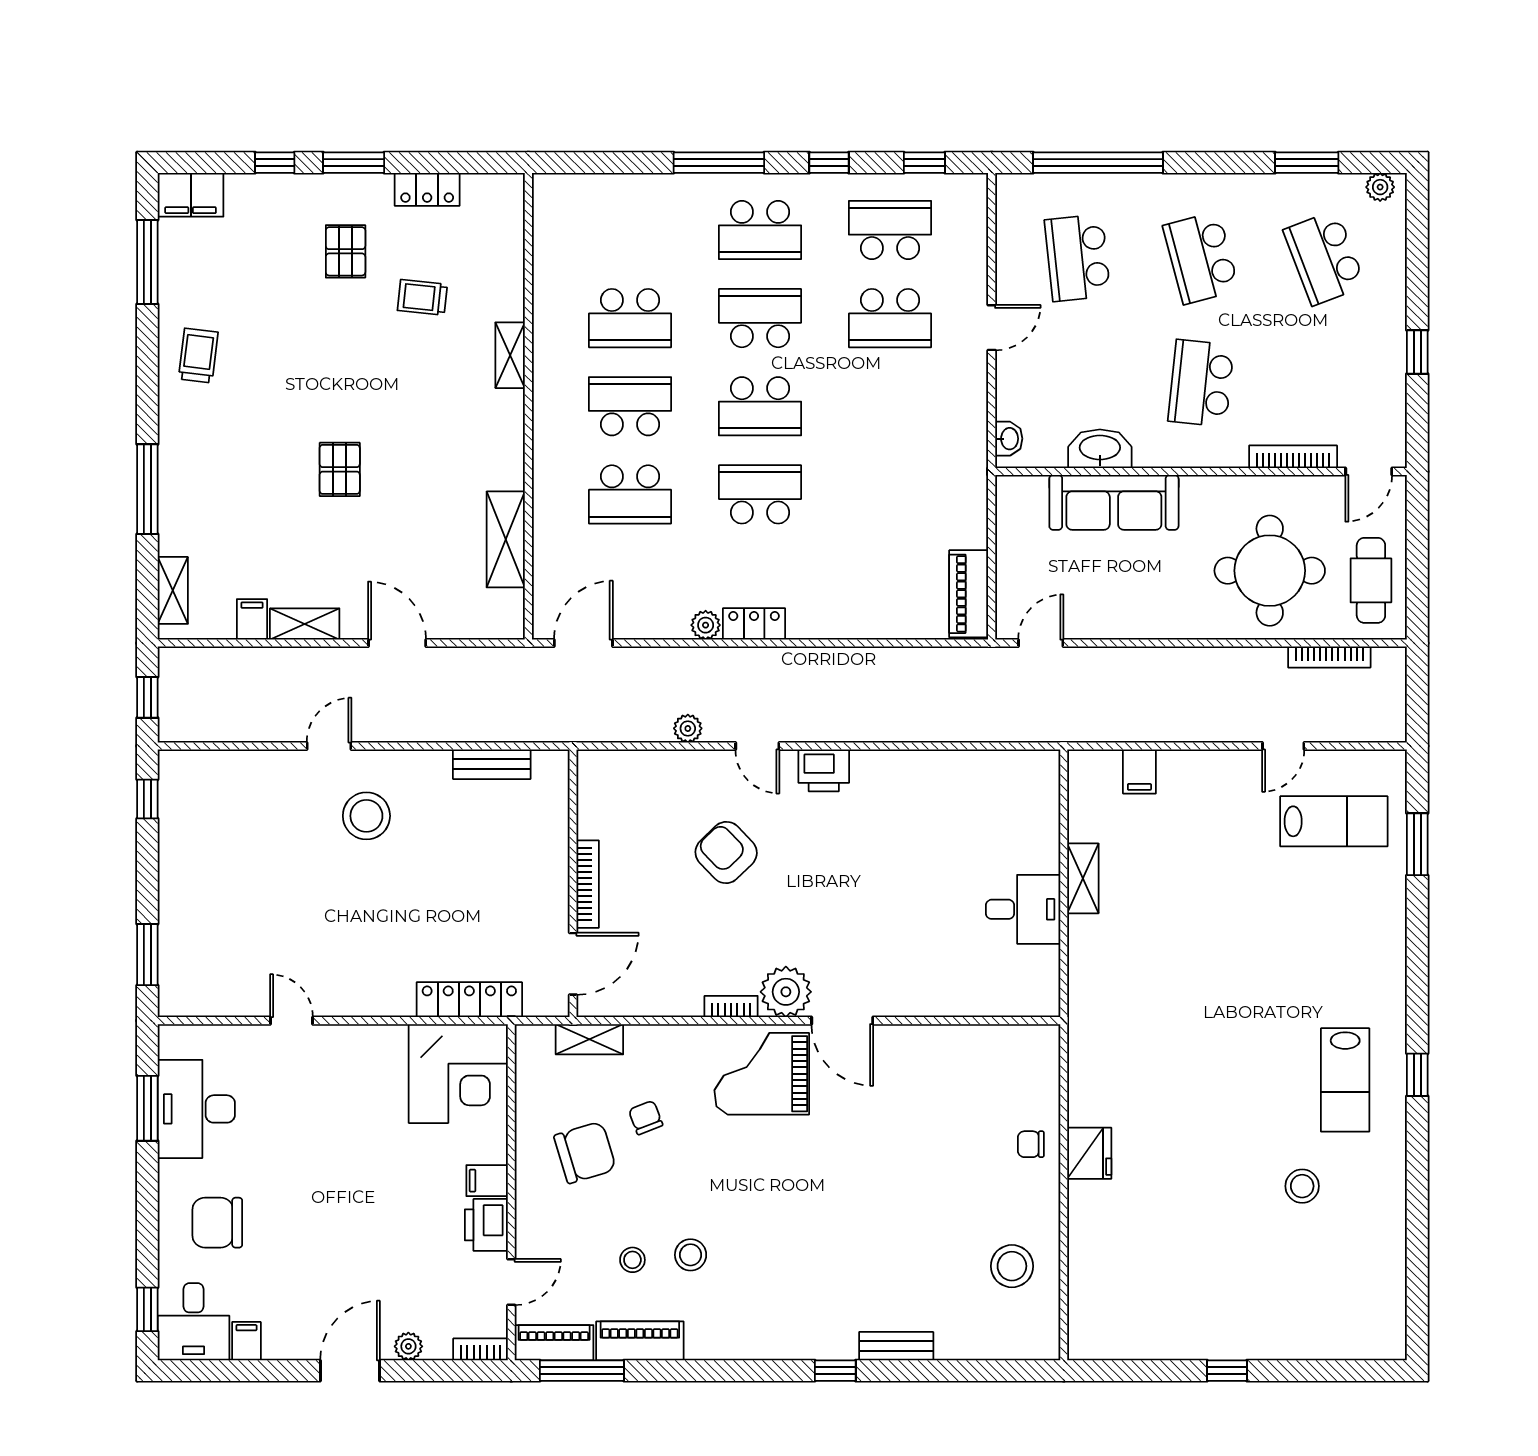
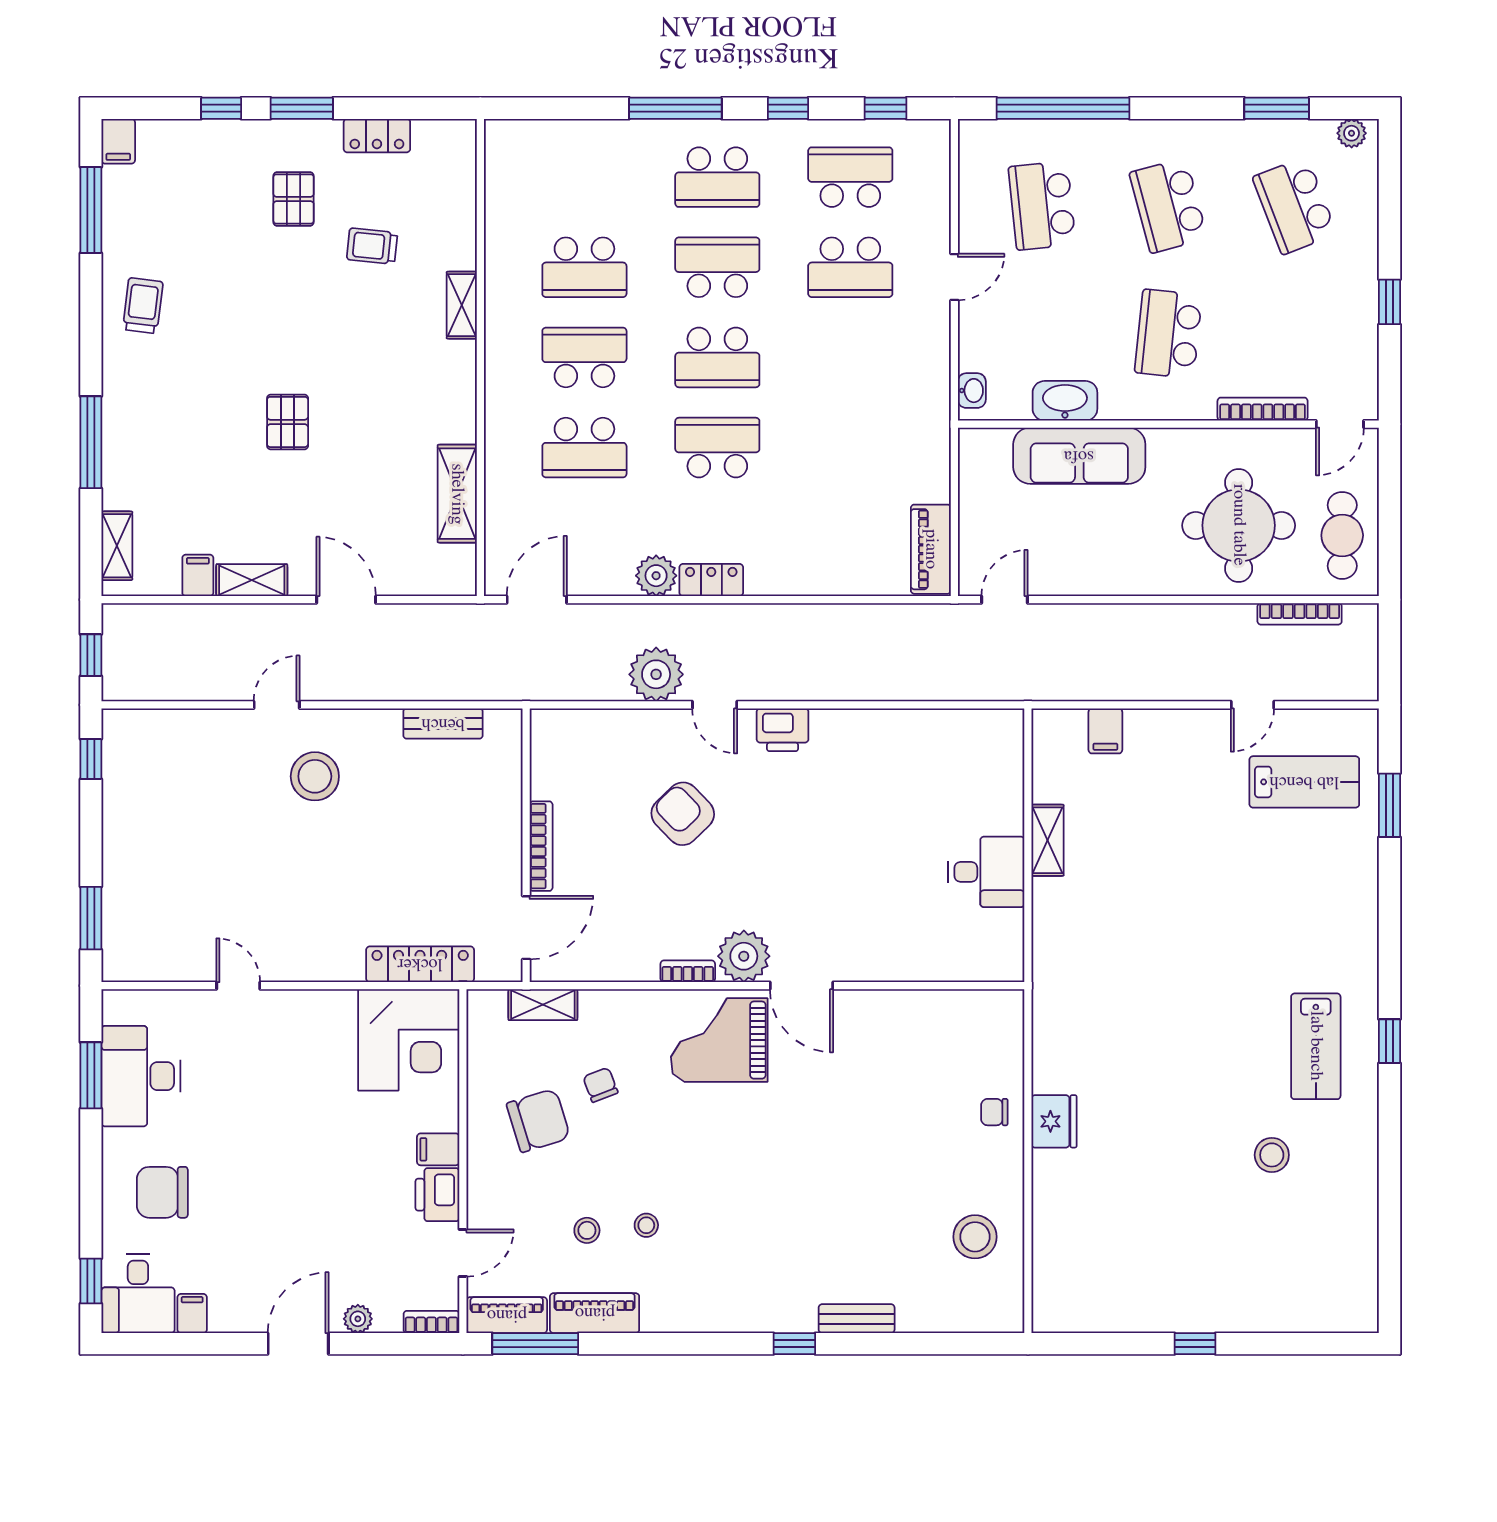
filing cabinet: (191, 195) -> (118, 141), width x0.50
plant: (706, 625) -> (656, 576), width x1.38, depth x1.38
plant: (688, 728) -> (656, 674), width x1.88, depth x1.88
stool: (691, 1255) -> (646, 1225), width x0.73, depth x0.73

